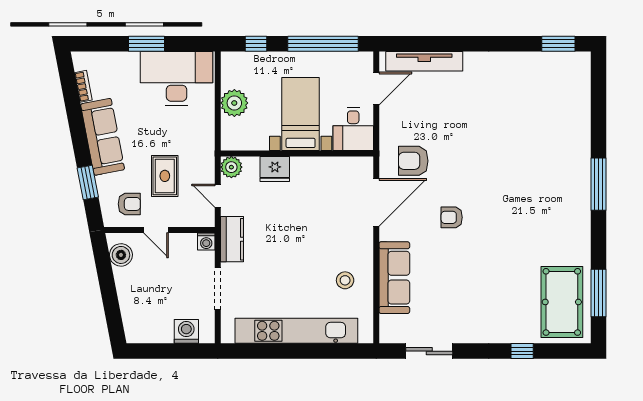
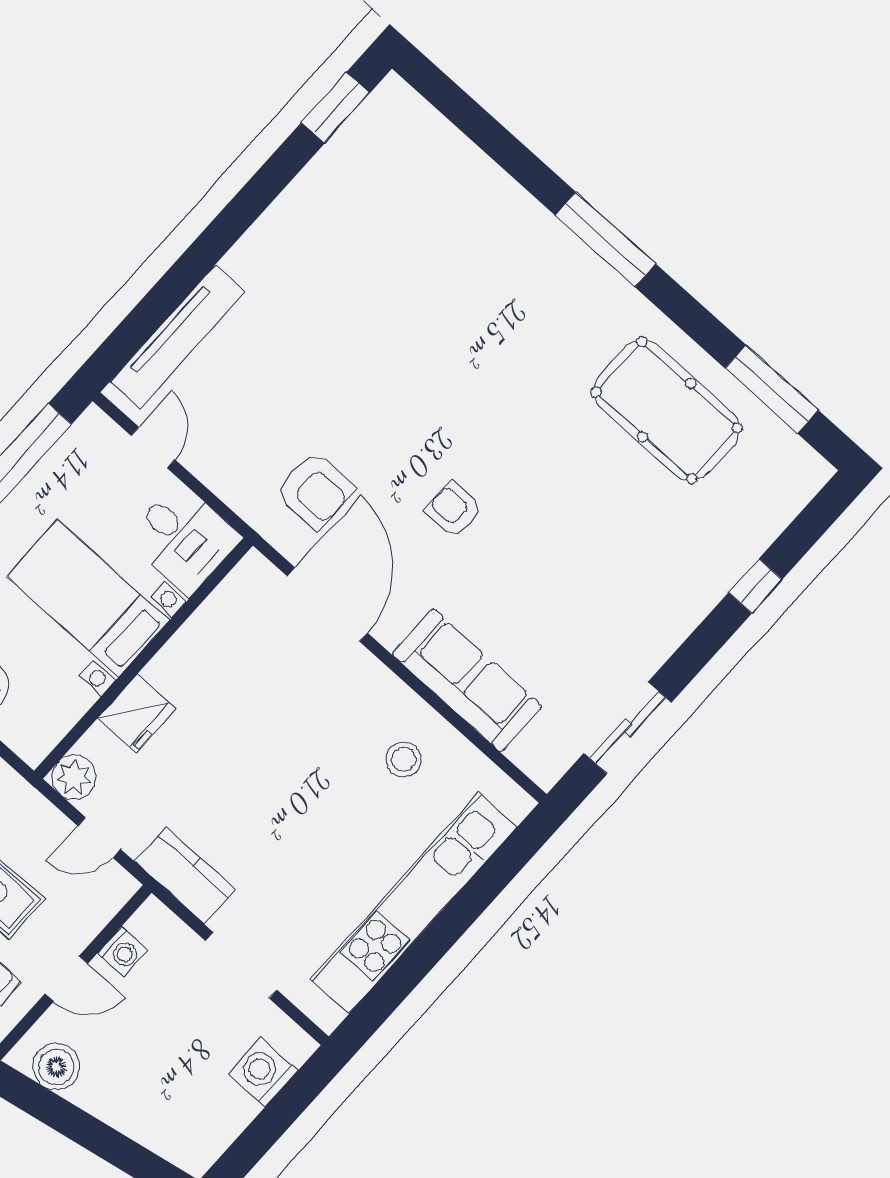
door: (376, 88) -> (153, 448), width x0.73
armchair: (413, 161) -> (315, 491), turned -90
armchair: (452, 217) -> (454, 510), turned 90
washing machine: (206, 241) -> (122, 952), moved
pool table: (562, 302) -> (667, 410), moved

